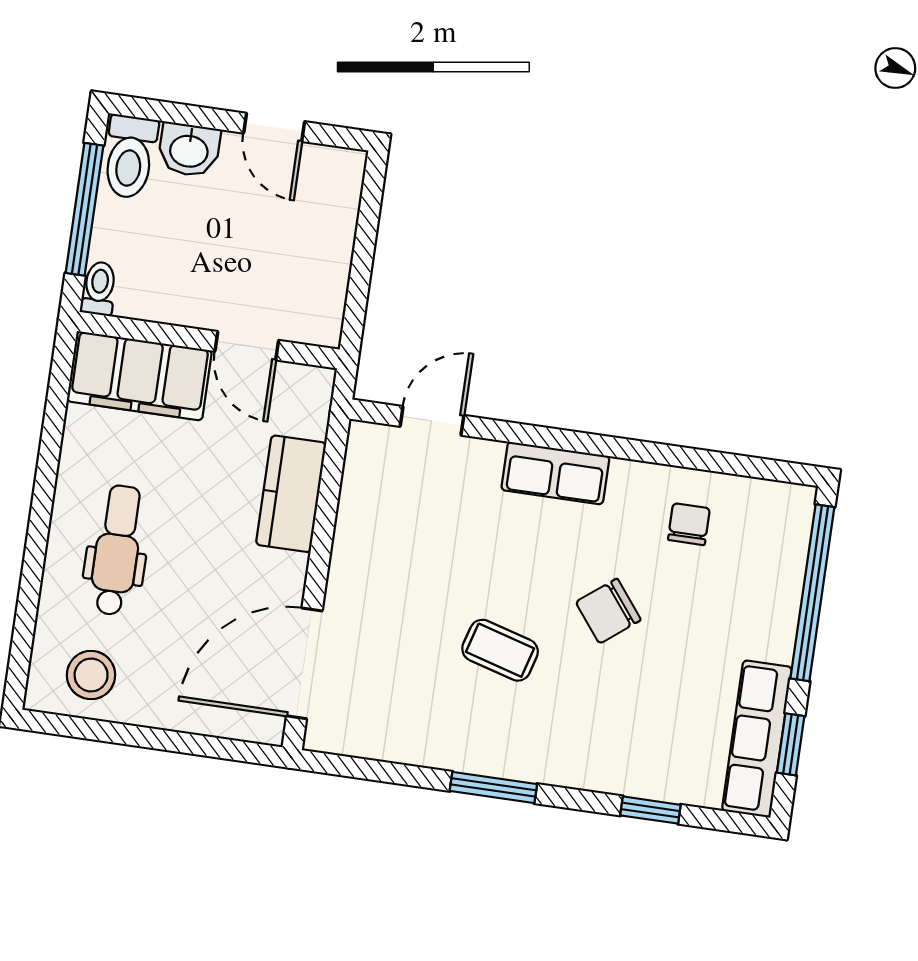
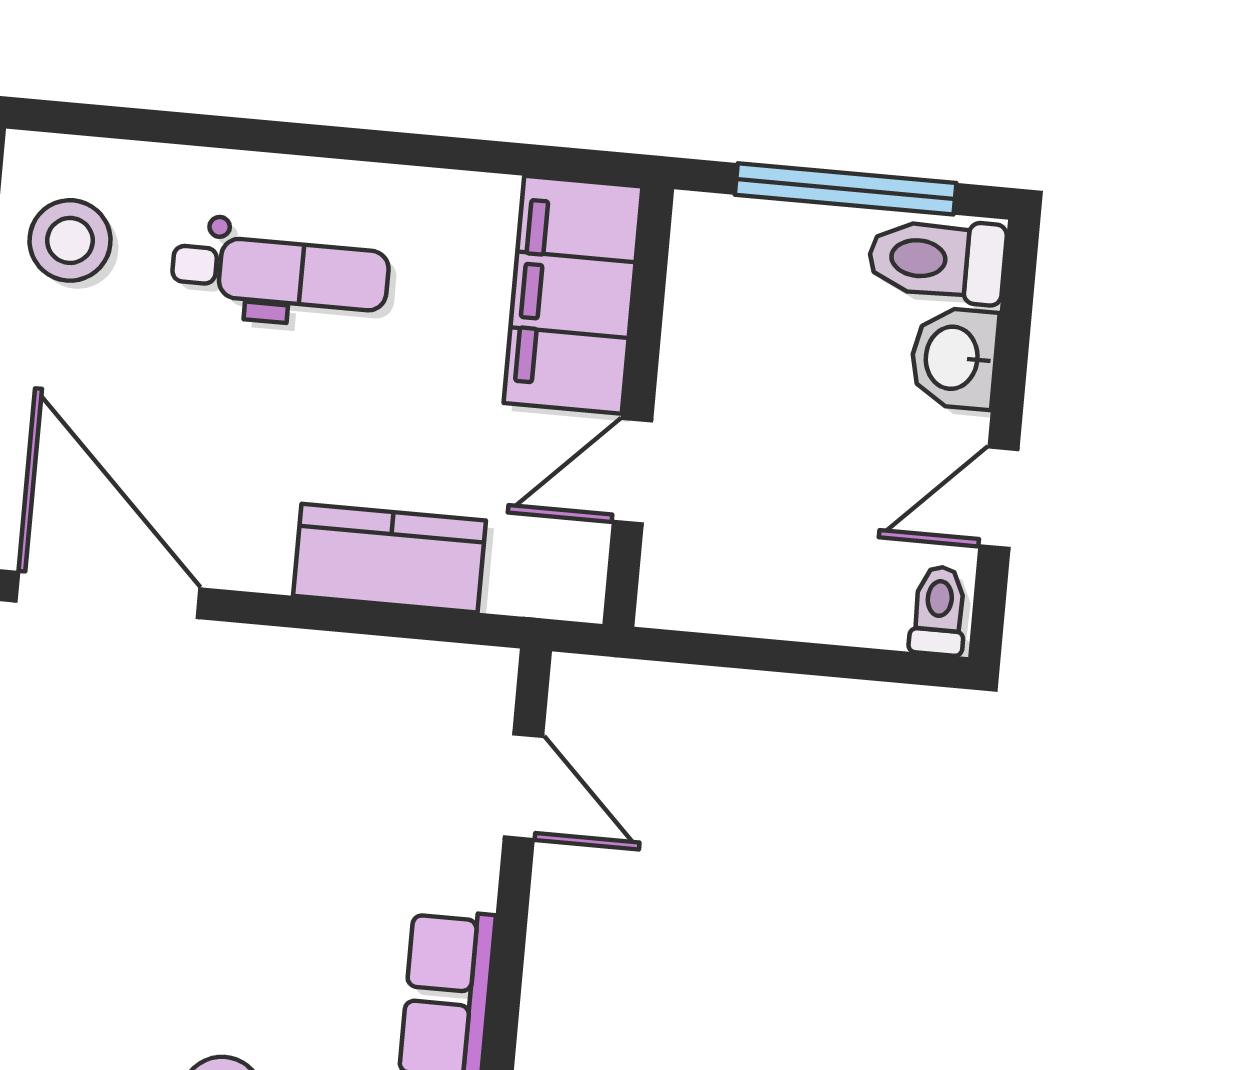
toilet: (99, 288) -> (939, 611), moved, turned -90
coffee table: (500, 650) -> (147, 920), removed

